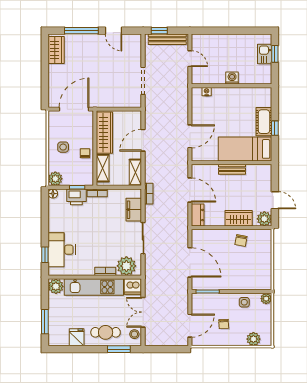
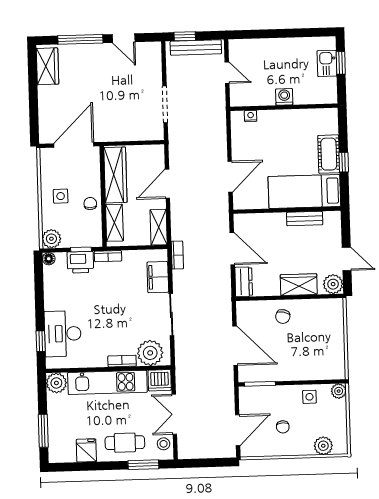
bench: (232, 169) -> (305, 219), moved
chair: (241, 240) -> (283, 317), moved

